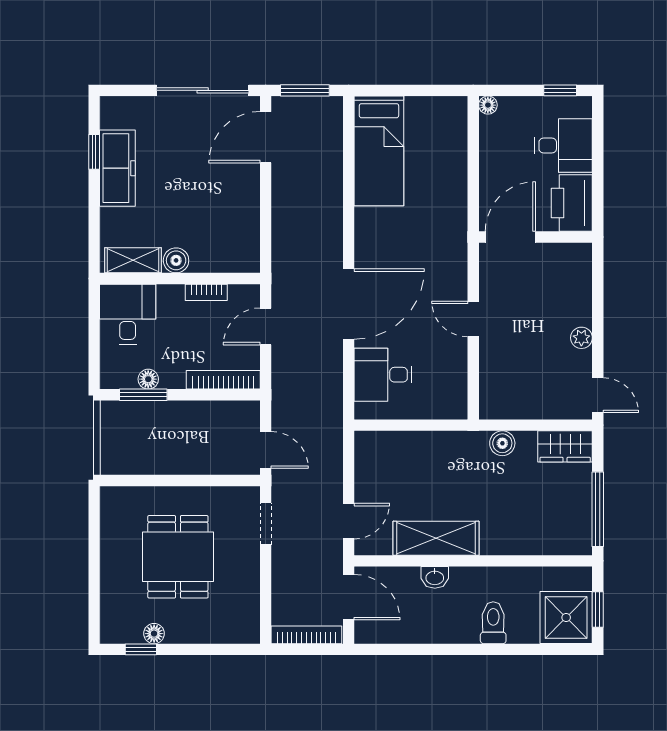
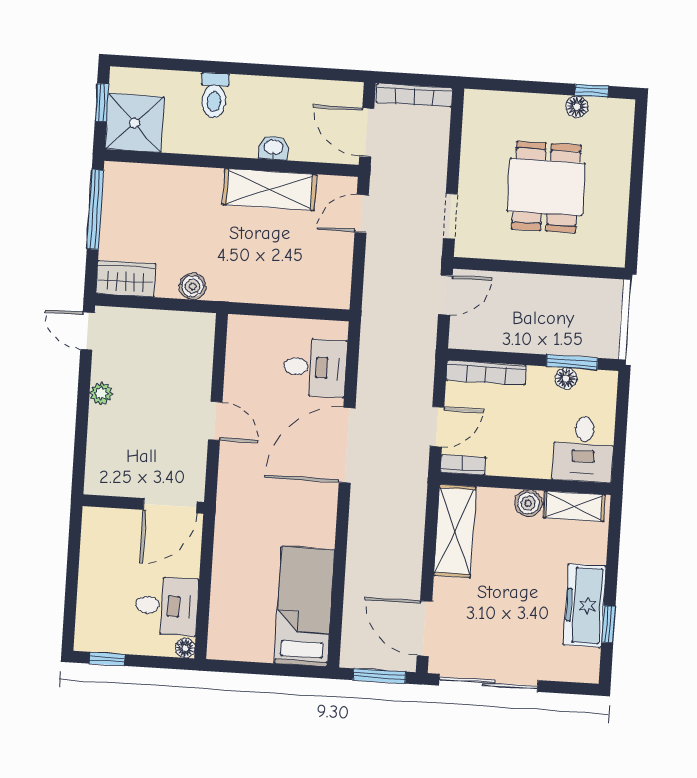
door: (266, 137) -> (424, 629), swing flipped
desk: (563, 145) -> (167, 606), moved, turned 180
printer: (572, 203) -> (102, 538), removed
shelving: (243, 230) -> (455, 531), added
bookcase: (206, 292) -> (463, 465), moved
door: (266, 450) -> (445, 295), swing flipped
shower: (566, 618) -> (134, 123), moved

